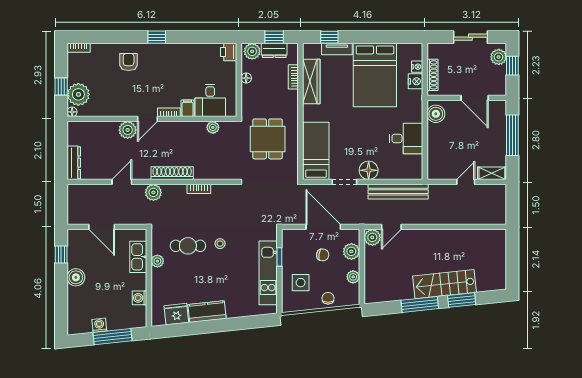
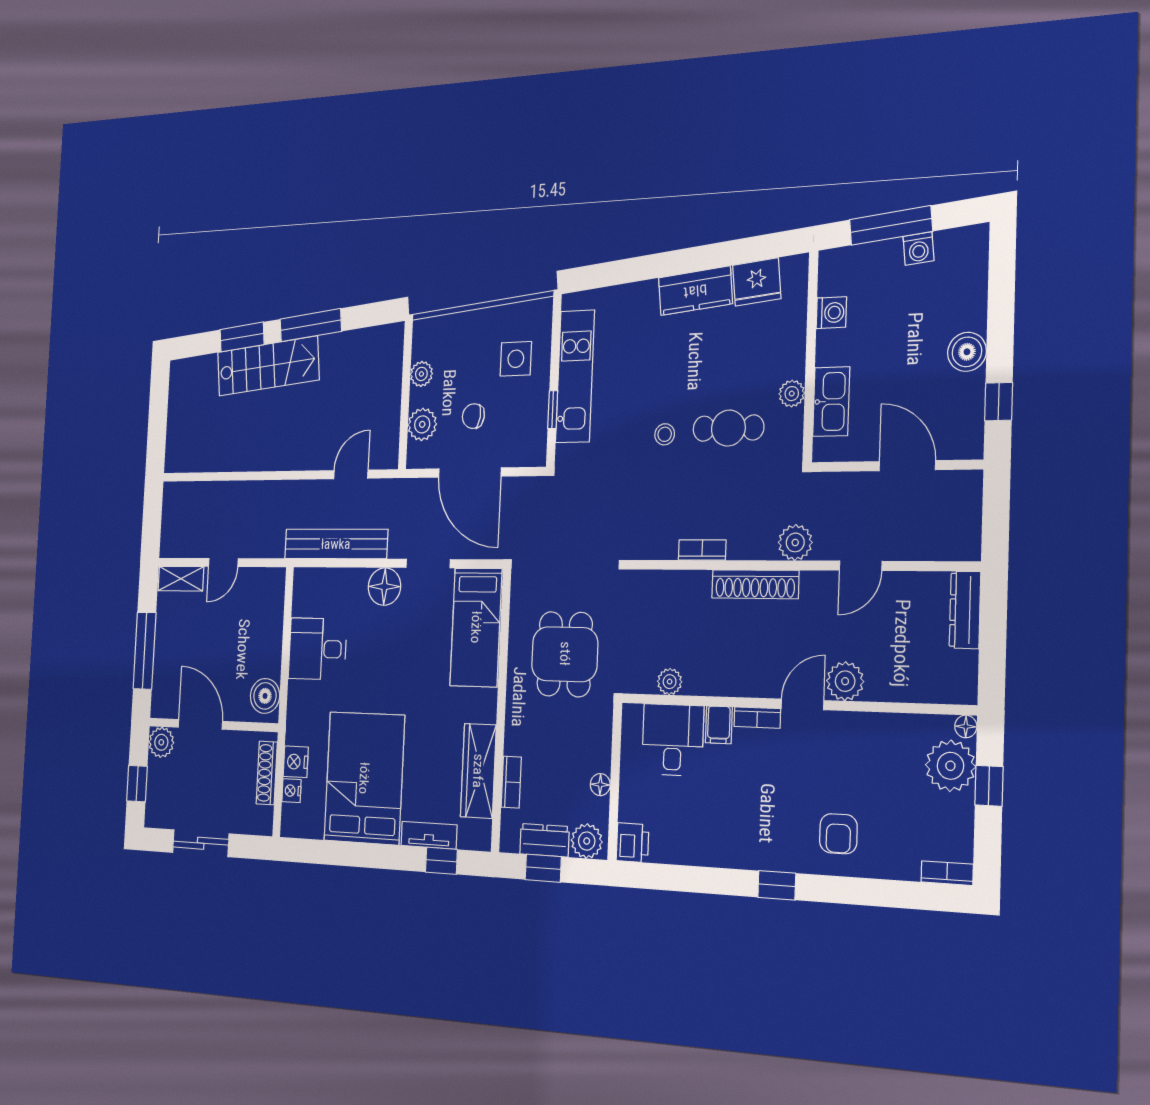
plant: (499, 57) -> (161, 742), moved
plant: (372, 237) -> (384, 453), removed
chair: (328, 298) -> (468, 329), removed

